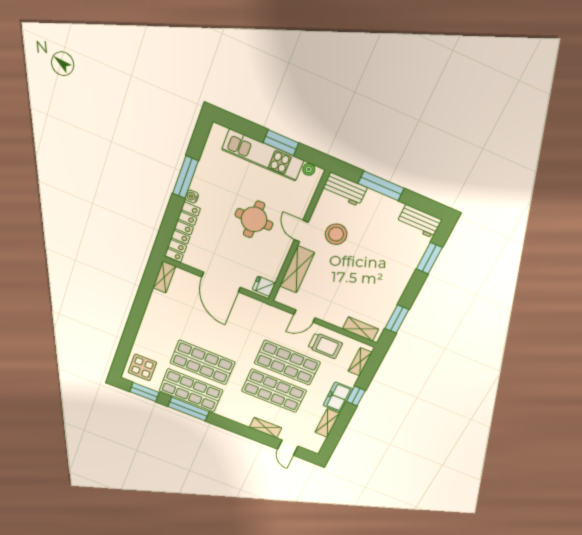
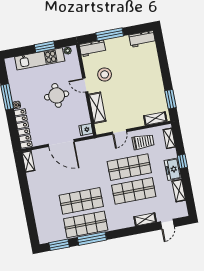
window: (429, 258) -> (162, 54), removed
display table: (142, 367) -> (48, 228), removed
door: (288, 448) -> (167, 224), hinge flipped

